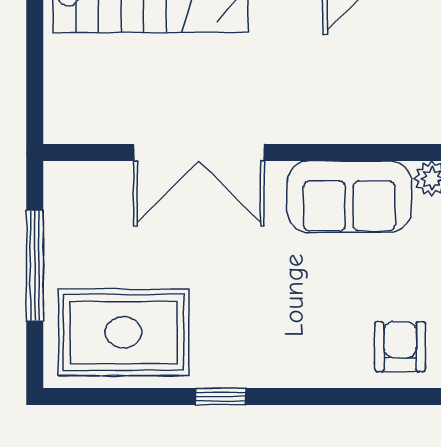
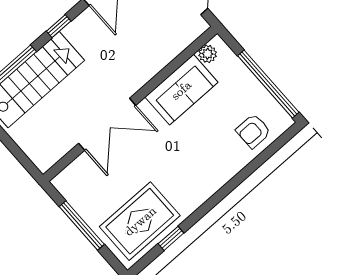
armchair: (400, 347) -> (253, 131), turned -90
window: (221, 396) -> (171, 238), moved

